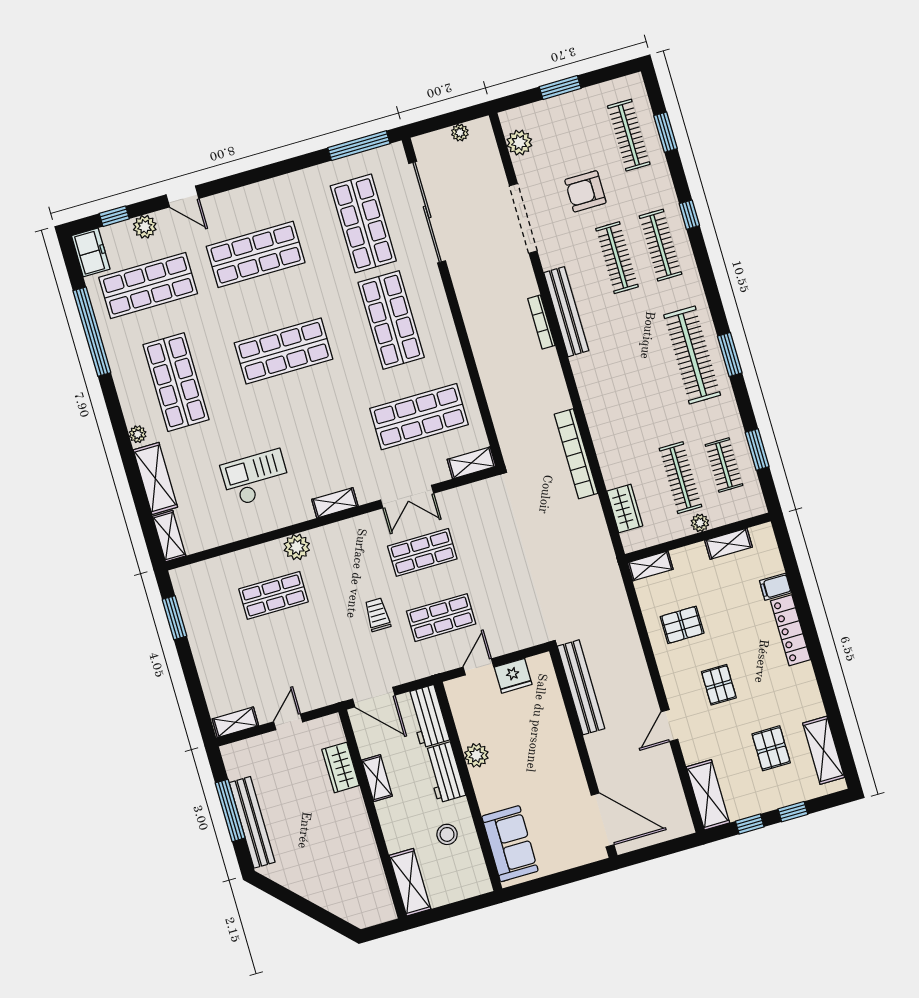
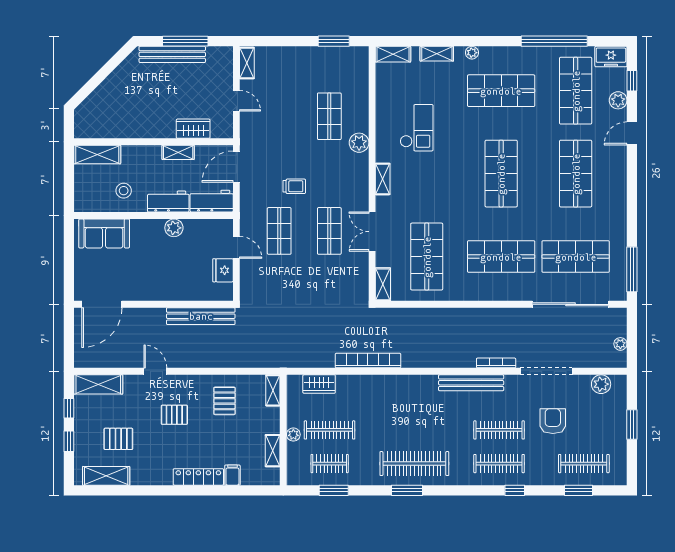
bookcase: (541, 322) -> (496, 363), moved
shelving: (155, 478) -> (437, 54), width x0.67, depth x0.75

